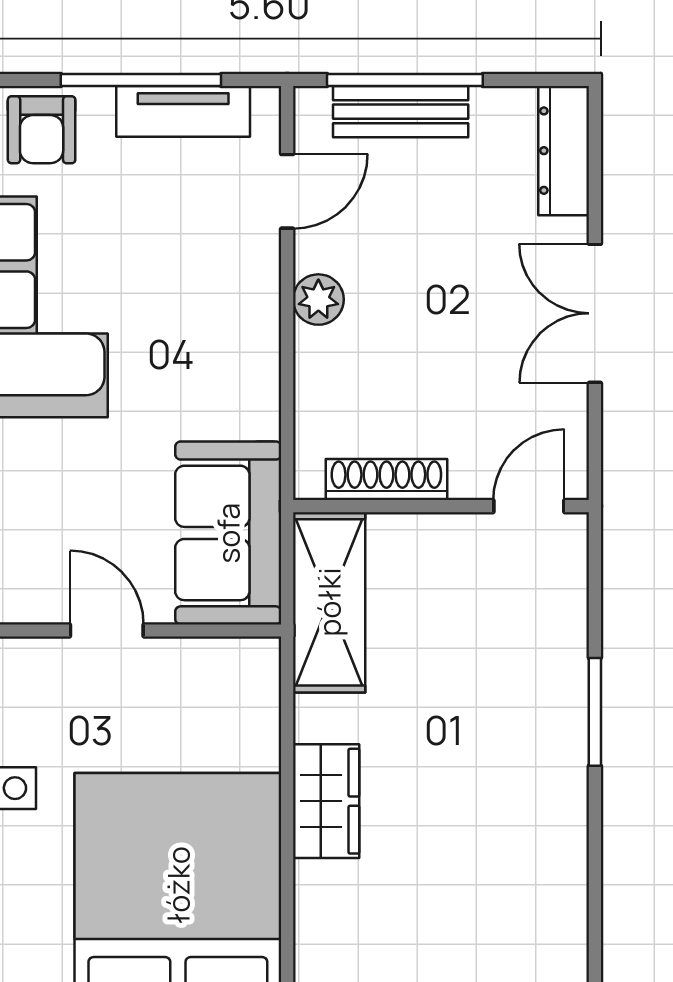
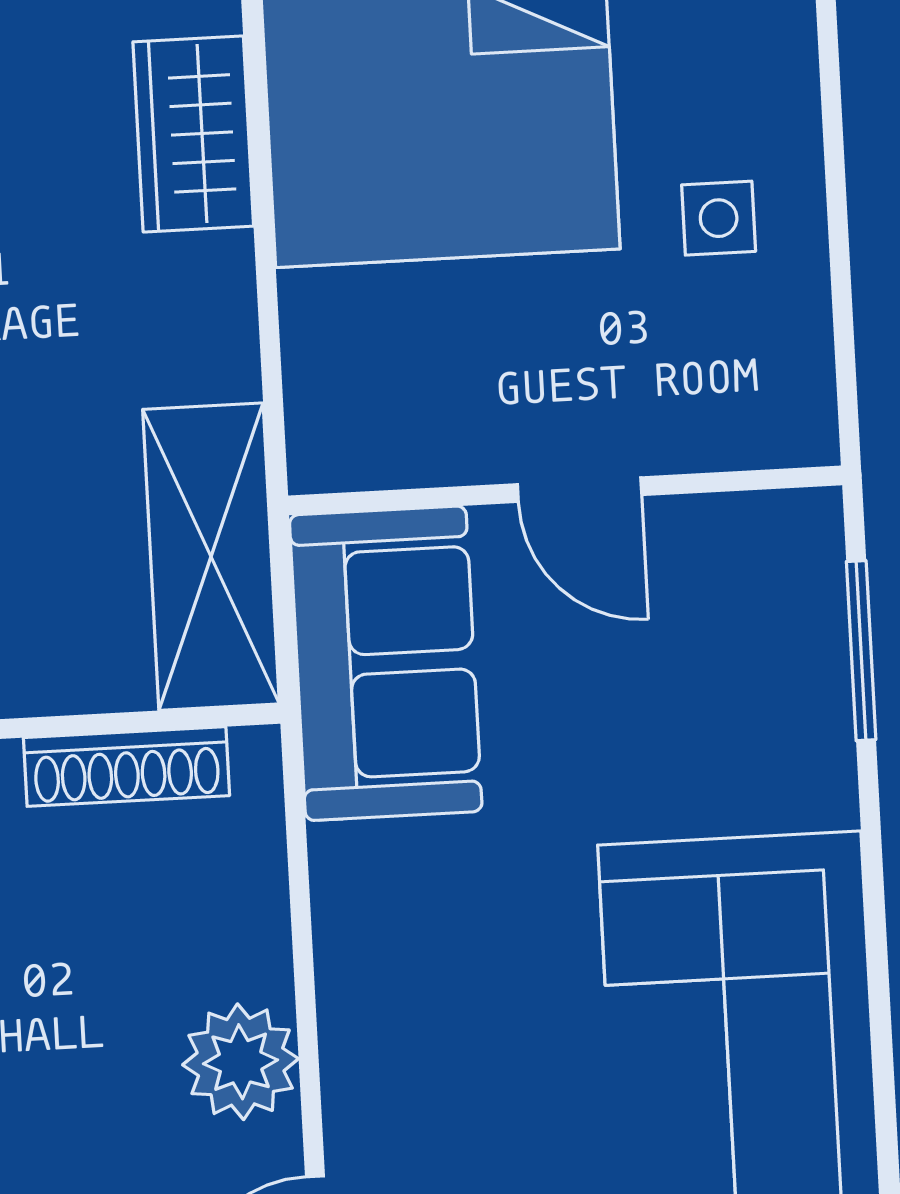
plant: (318, 300) -> (241, 1062), width x1.38, depth x1.38
wardrobe: (326, 801) -> (193, 134), moved

